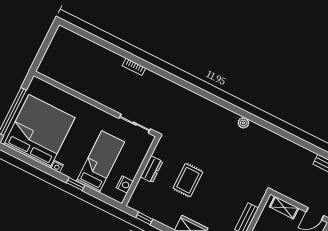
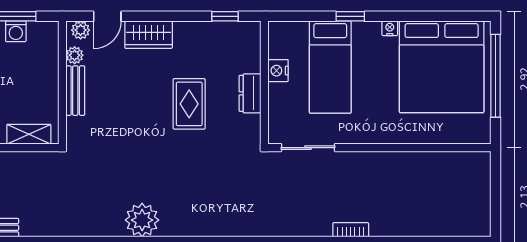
plant: (243, 123) -> (142, 220), width x1.87, depth x1.87
nightstand: (125, 185) -> (278, 71), moved

